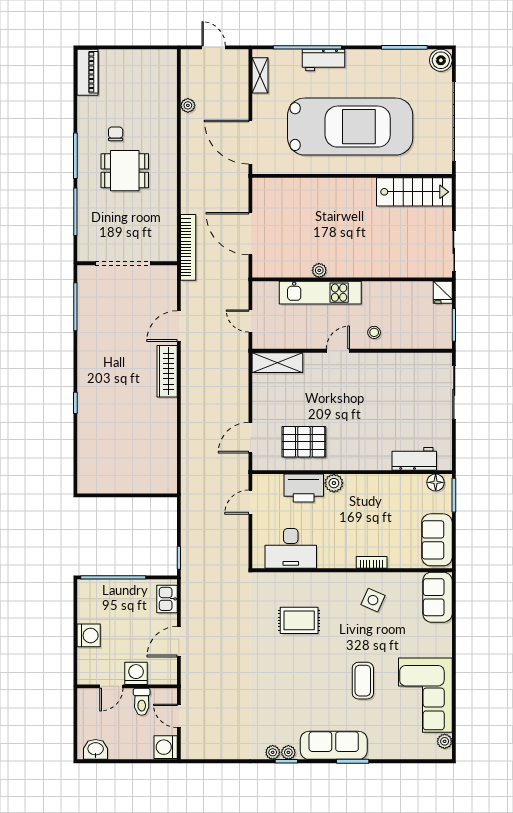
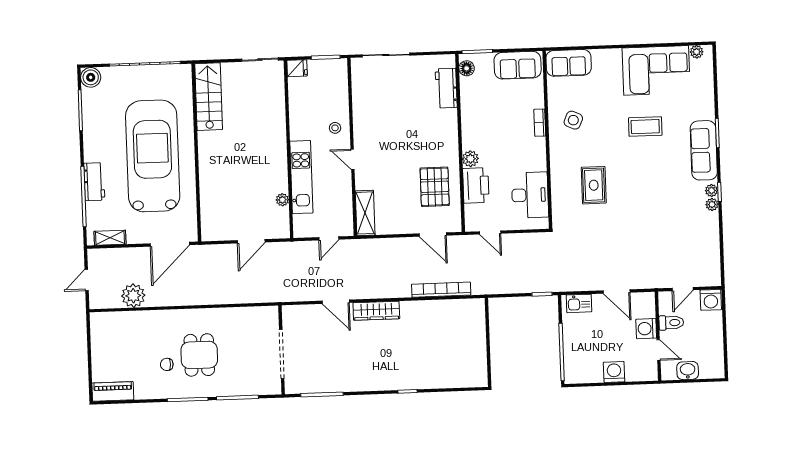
plant: (188, 105) -> (133, 296), width x1.87, depth x1.87
door: (250, 234) -> (251, 241), width x0.73
bookcase: (188, 247) -> (441, 290), moved
plant: (319, 270) -> (282, 200), moved
washbasin: (96, 749) -> (688, 371), moved, turned 90

